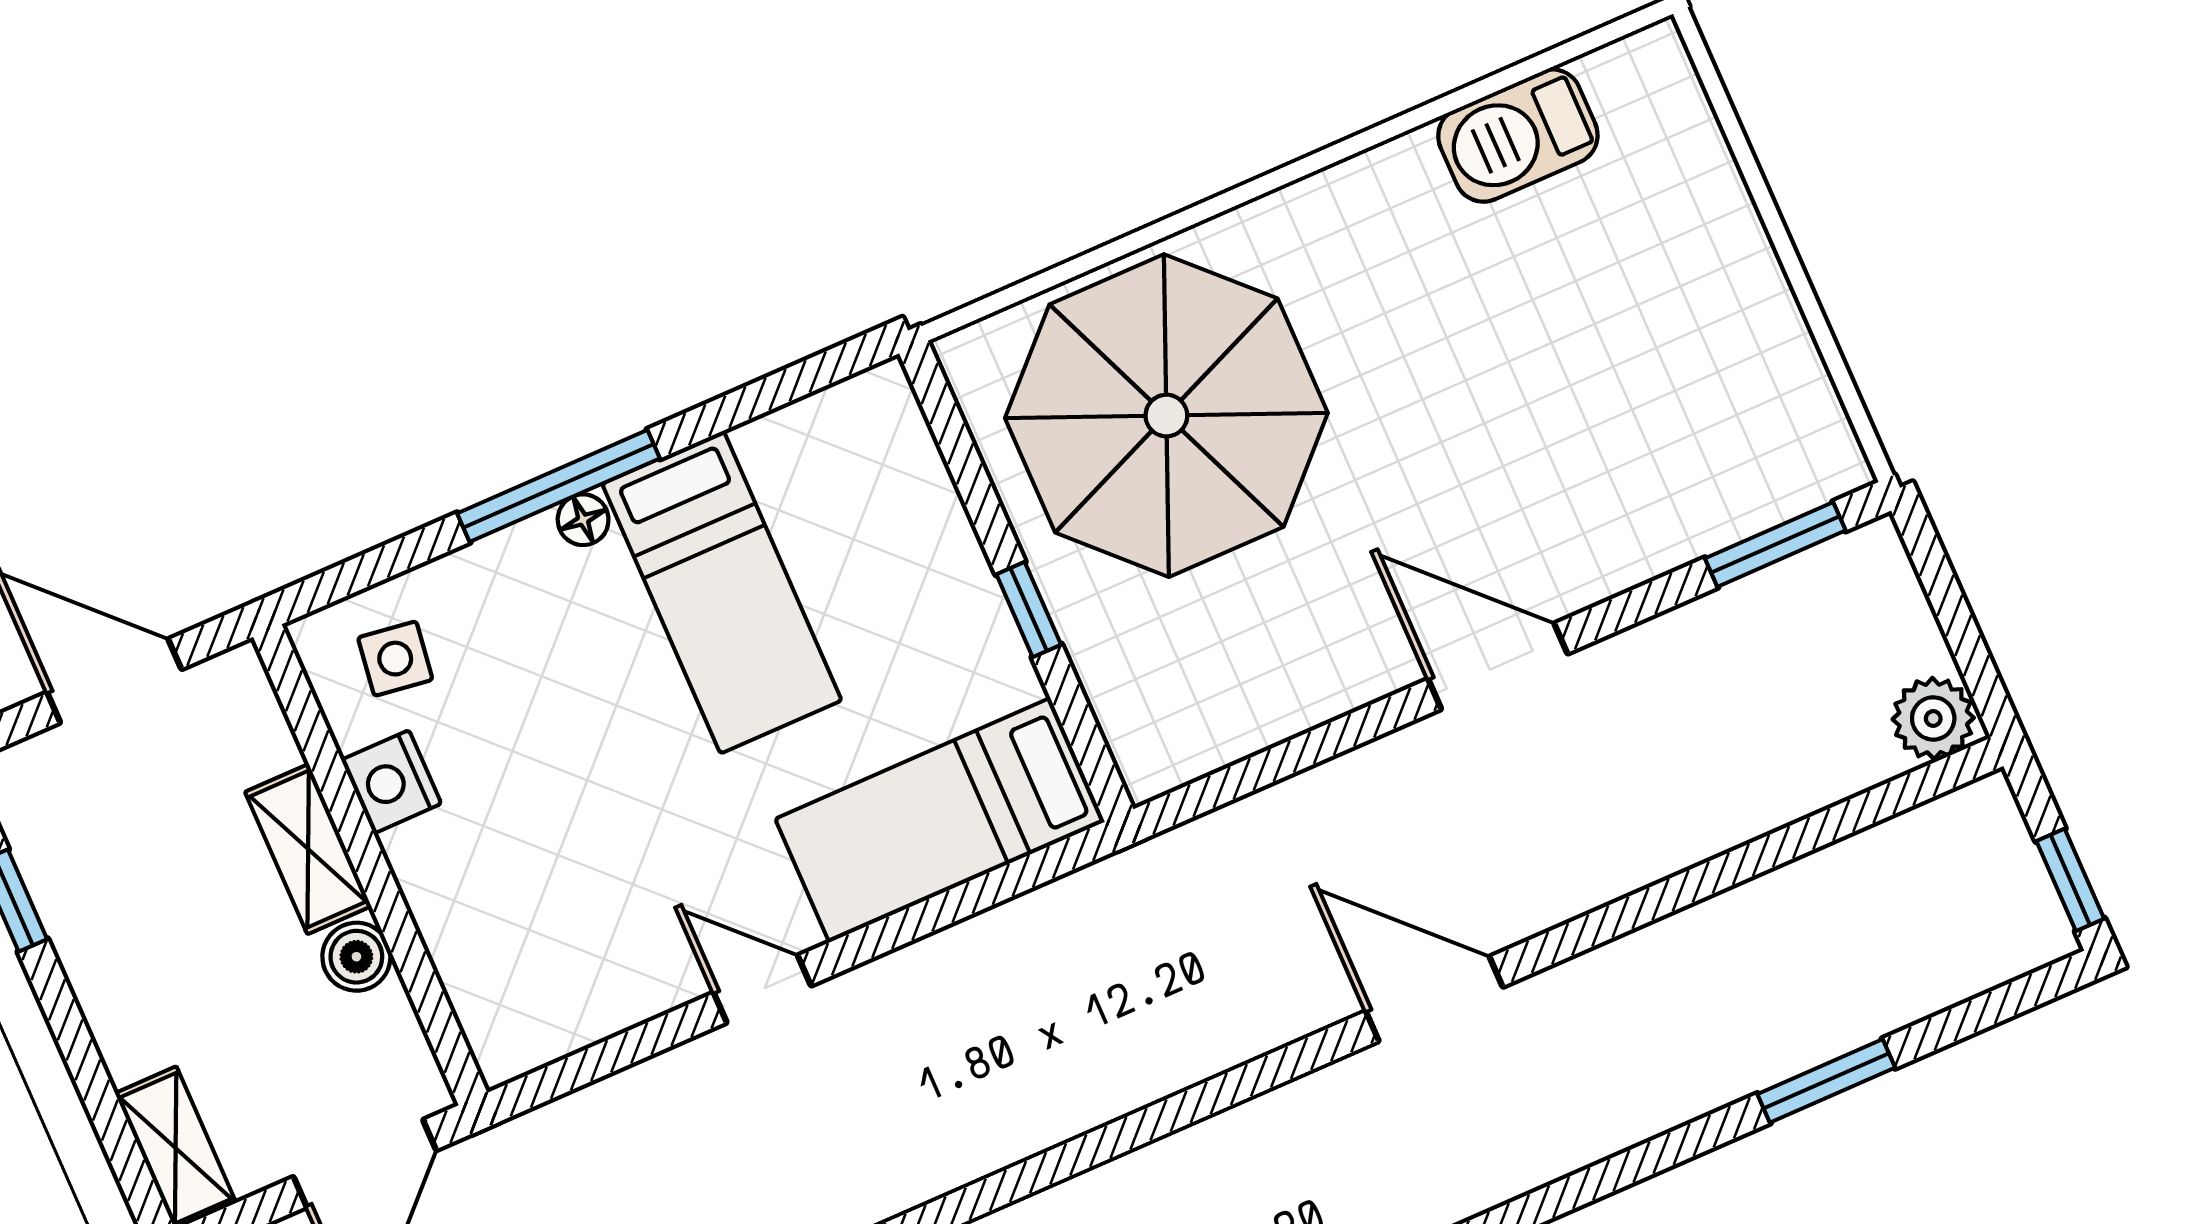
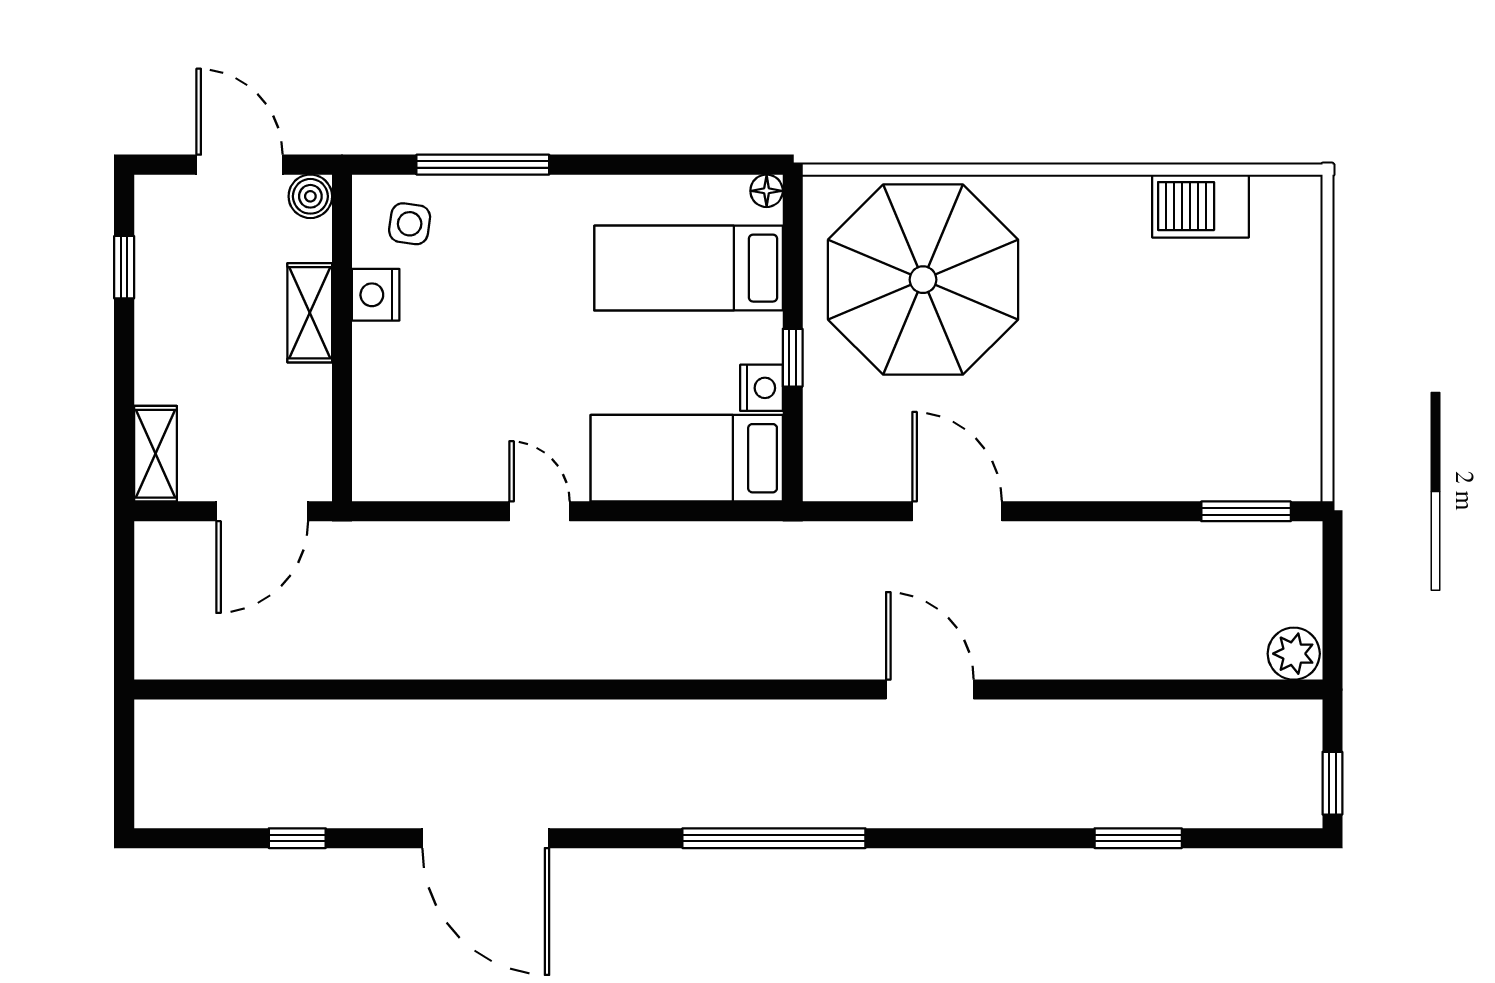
window: (558, 486) -> (483, 165), moved
floor lamp: (583, 520) -> (767, 191), moved
bed: (722, 592) -> (689, 268), moved, turned 90
door: (1498, 666) -> (957, 511), moved
nightstand: (1003, 672) -> (761, 388), added
boiler: (356, 957) -> (310, 196), moved

